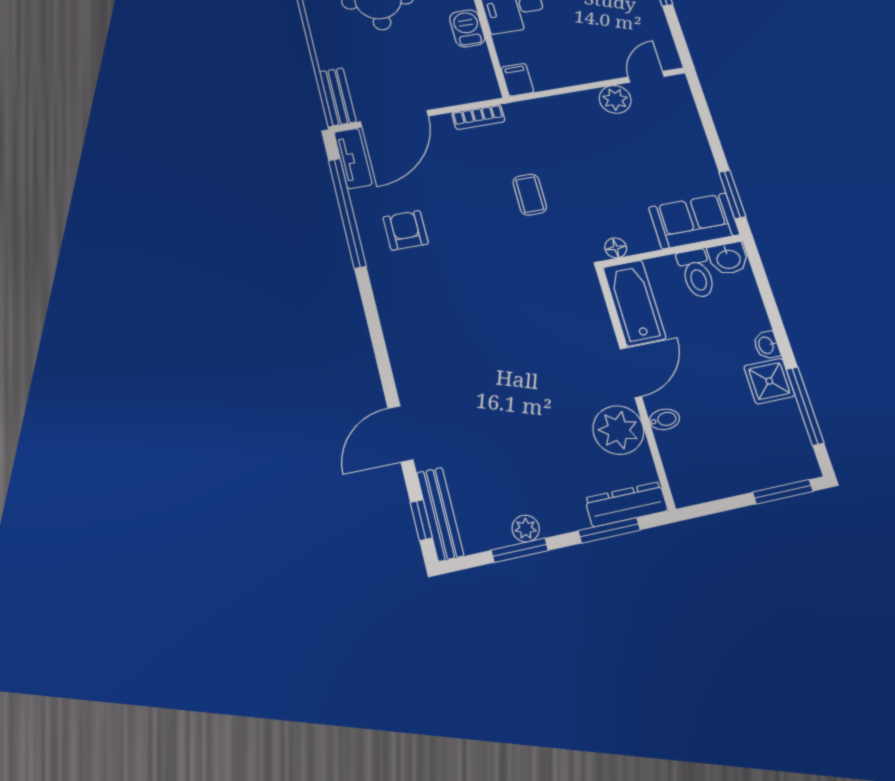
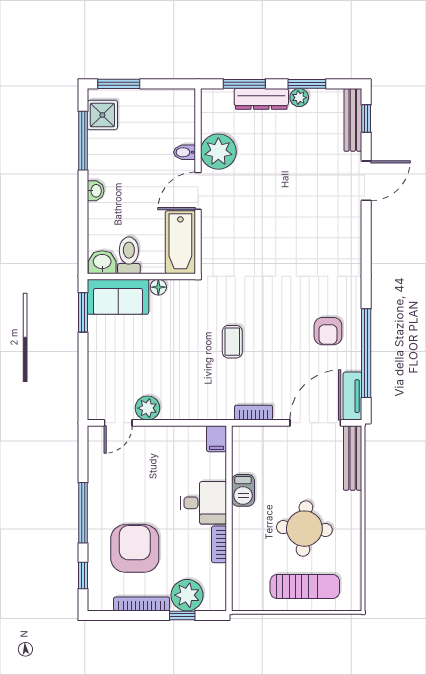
bench: (338, 97) -> (353, 458), width x1.36
floor lamp: (616, 248) -> (158, 287), moved
shower: (769, 381) -> (102, 115), moved
dresser: (626, 504) -> (261, 99), moved

